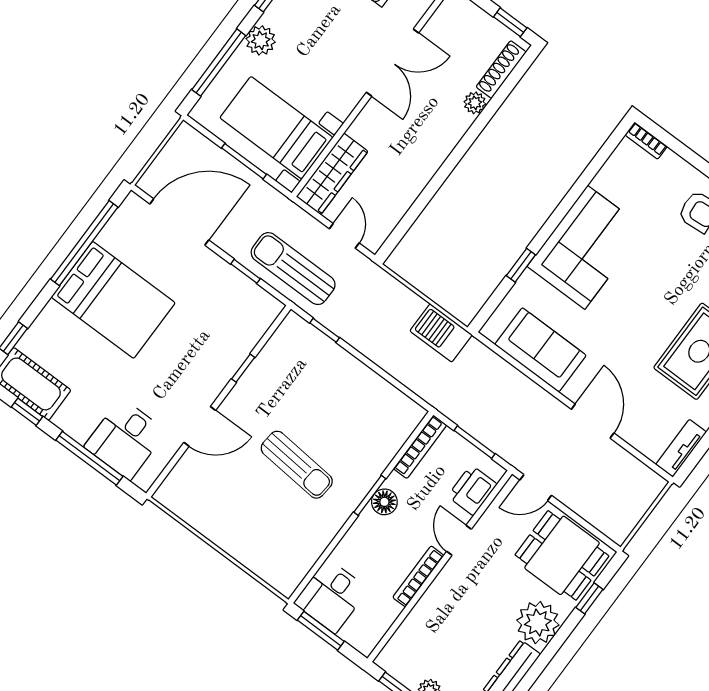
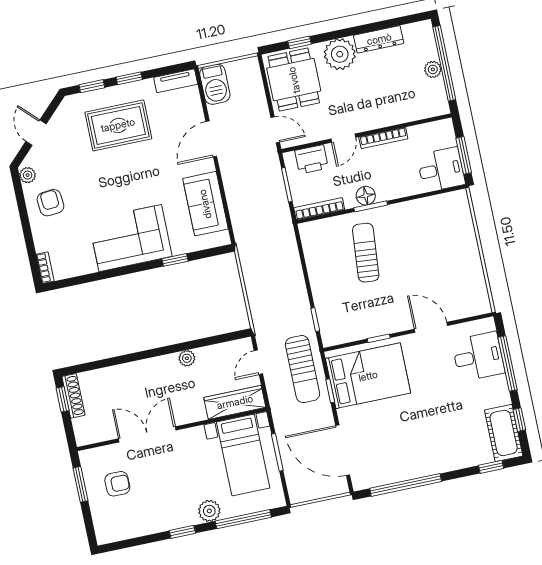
shoe rack: (501, 69) -> (73, 396), moved, turned -90
plant: (475, 103) -> (187, 358), moved
bed: (113, 300) -> (368, 376), moved, turned 90
barbecue: (441, 333) -> (215, 84), moved
sun lounger: (297, 465) -> (366, 253), moved

